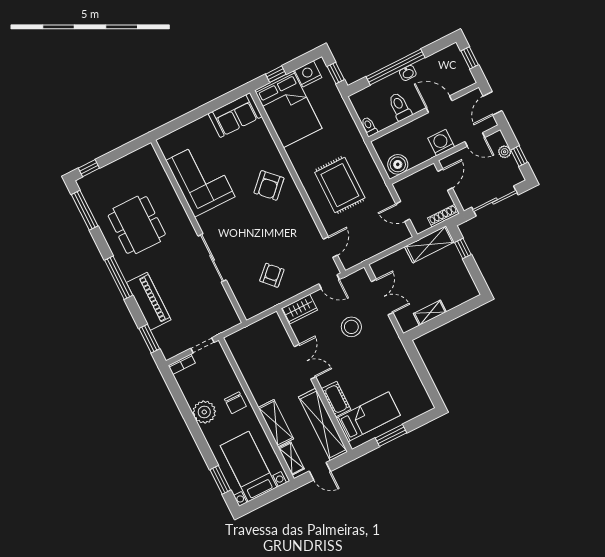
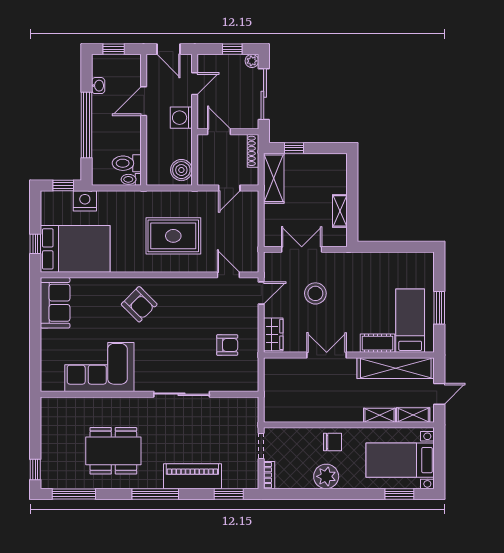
washbasin: (408, 73) -> (98, 86), moved
nightstand: (308, 74) -> (85, 201), moved, turned 90
toilet: (400, 107) -> (127, 163), moved
plant: (505, 152) -> (252, 61), moved
armchair: (272, 275) -> (227, 345), turned 134
shelving: (276, 423) -> (379, 415), width x0.67, depth x0.75

